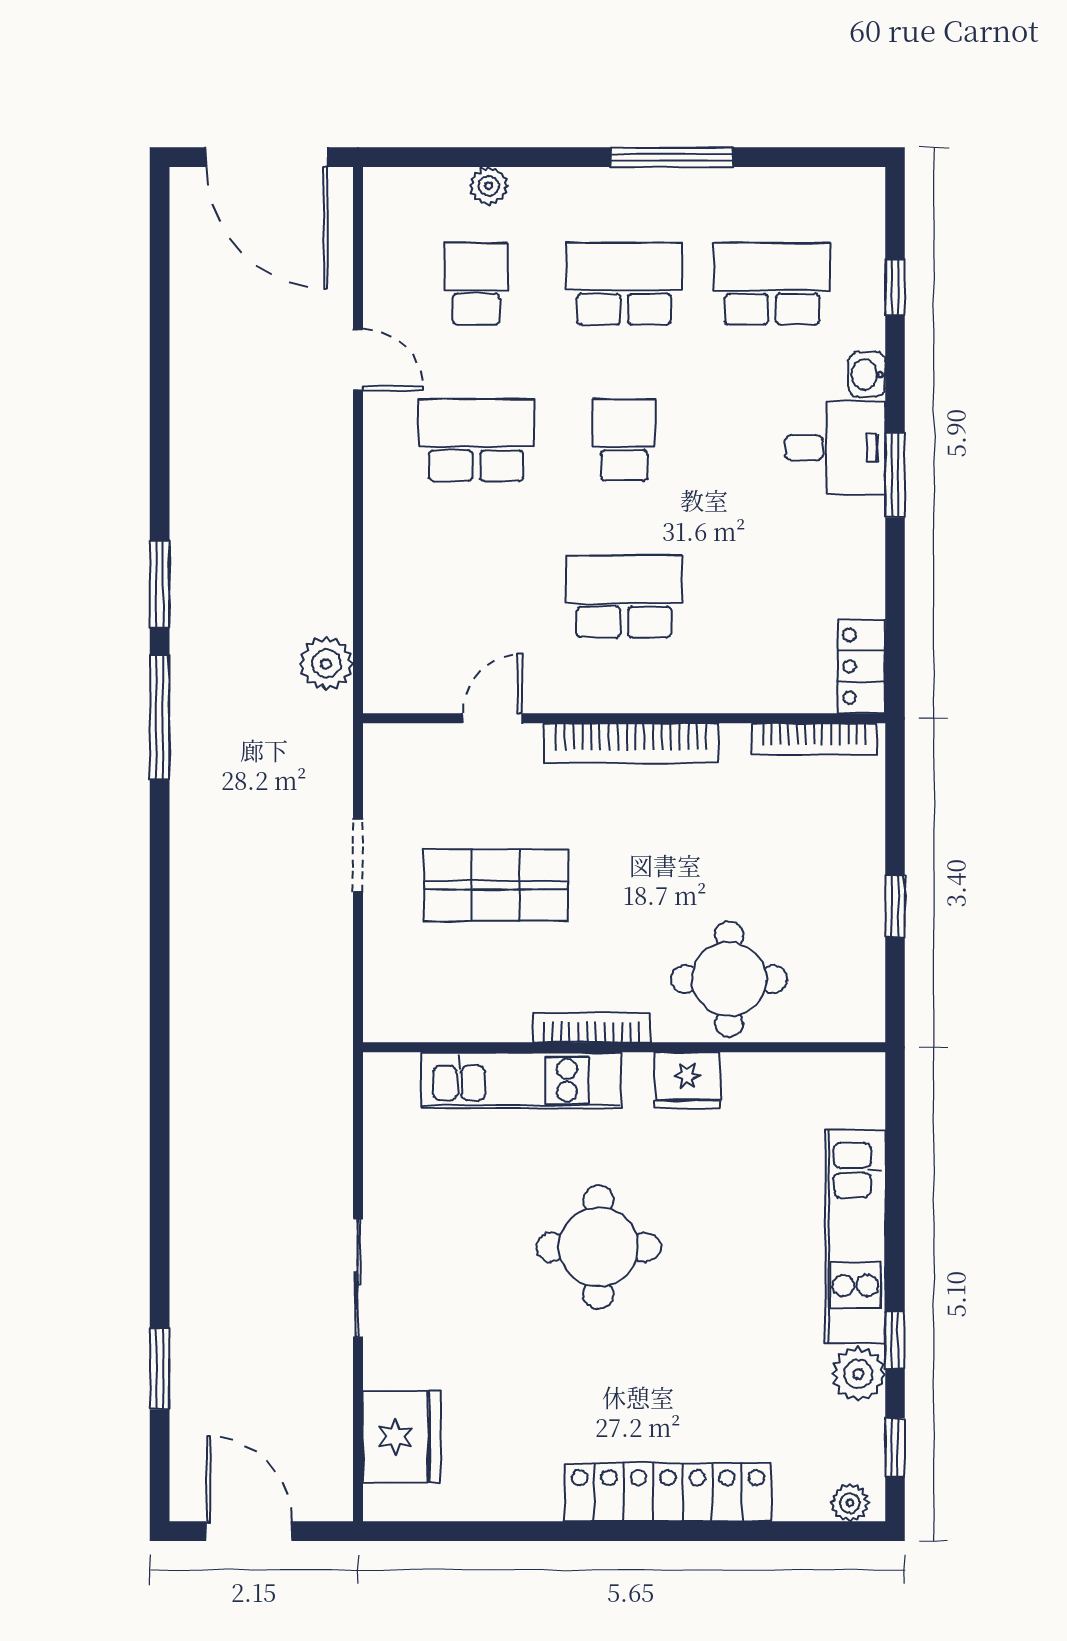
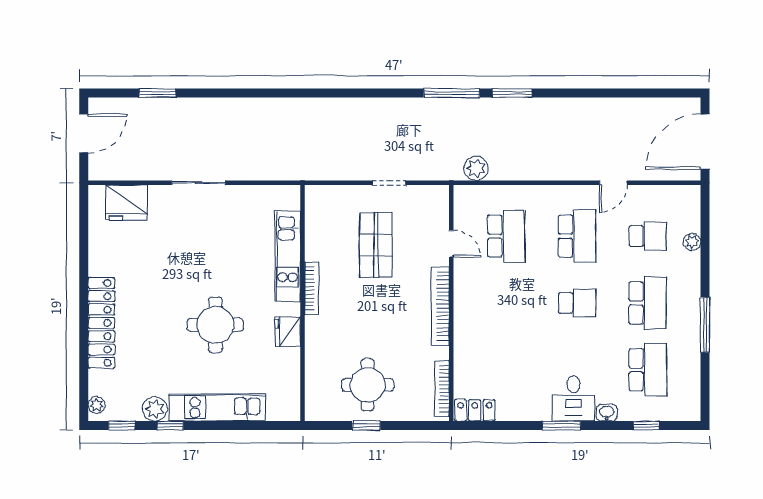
school desk: (624, 597) -> (506, 236), moved
round table: (729, 979) -> (368, 385), moved
round table: (598, 1247) -> (215, 325), moved

